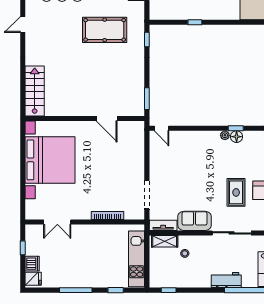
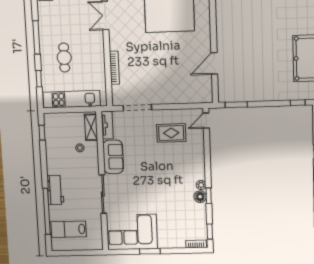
rug: (236, 192) -> (171, 133), moved
cafe table: (96, 264) -> (64, 58), added

